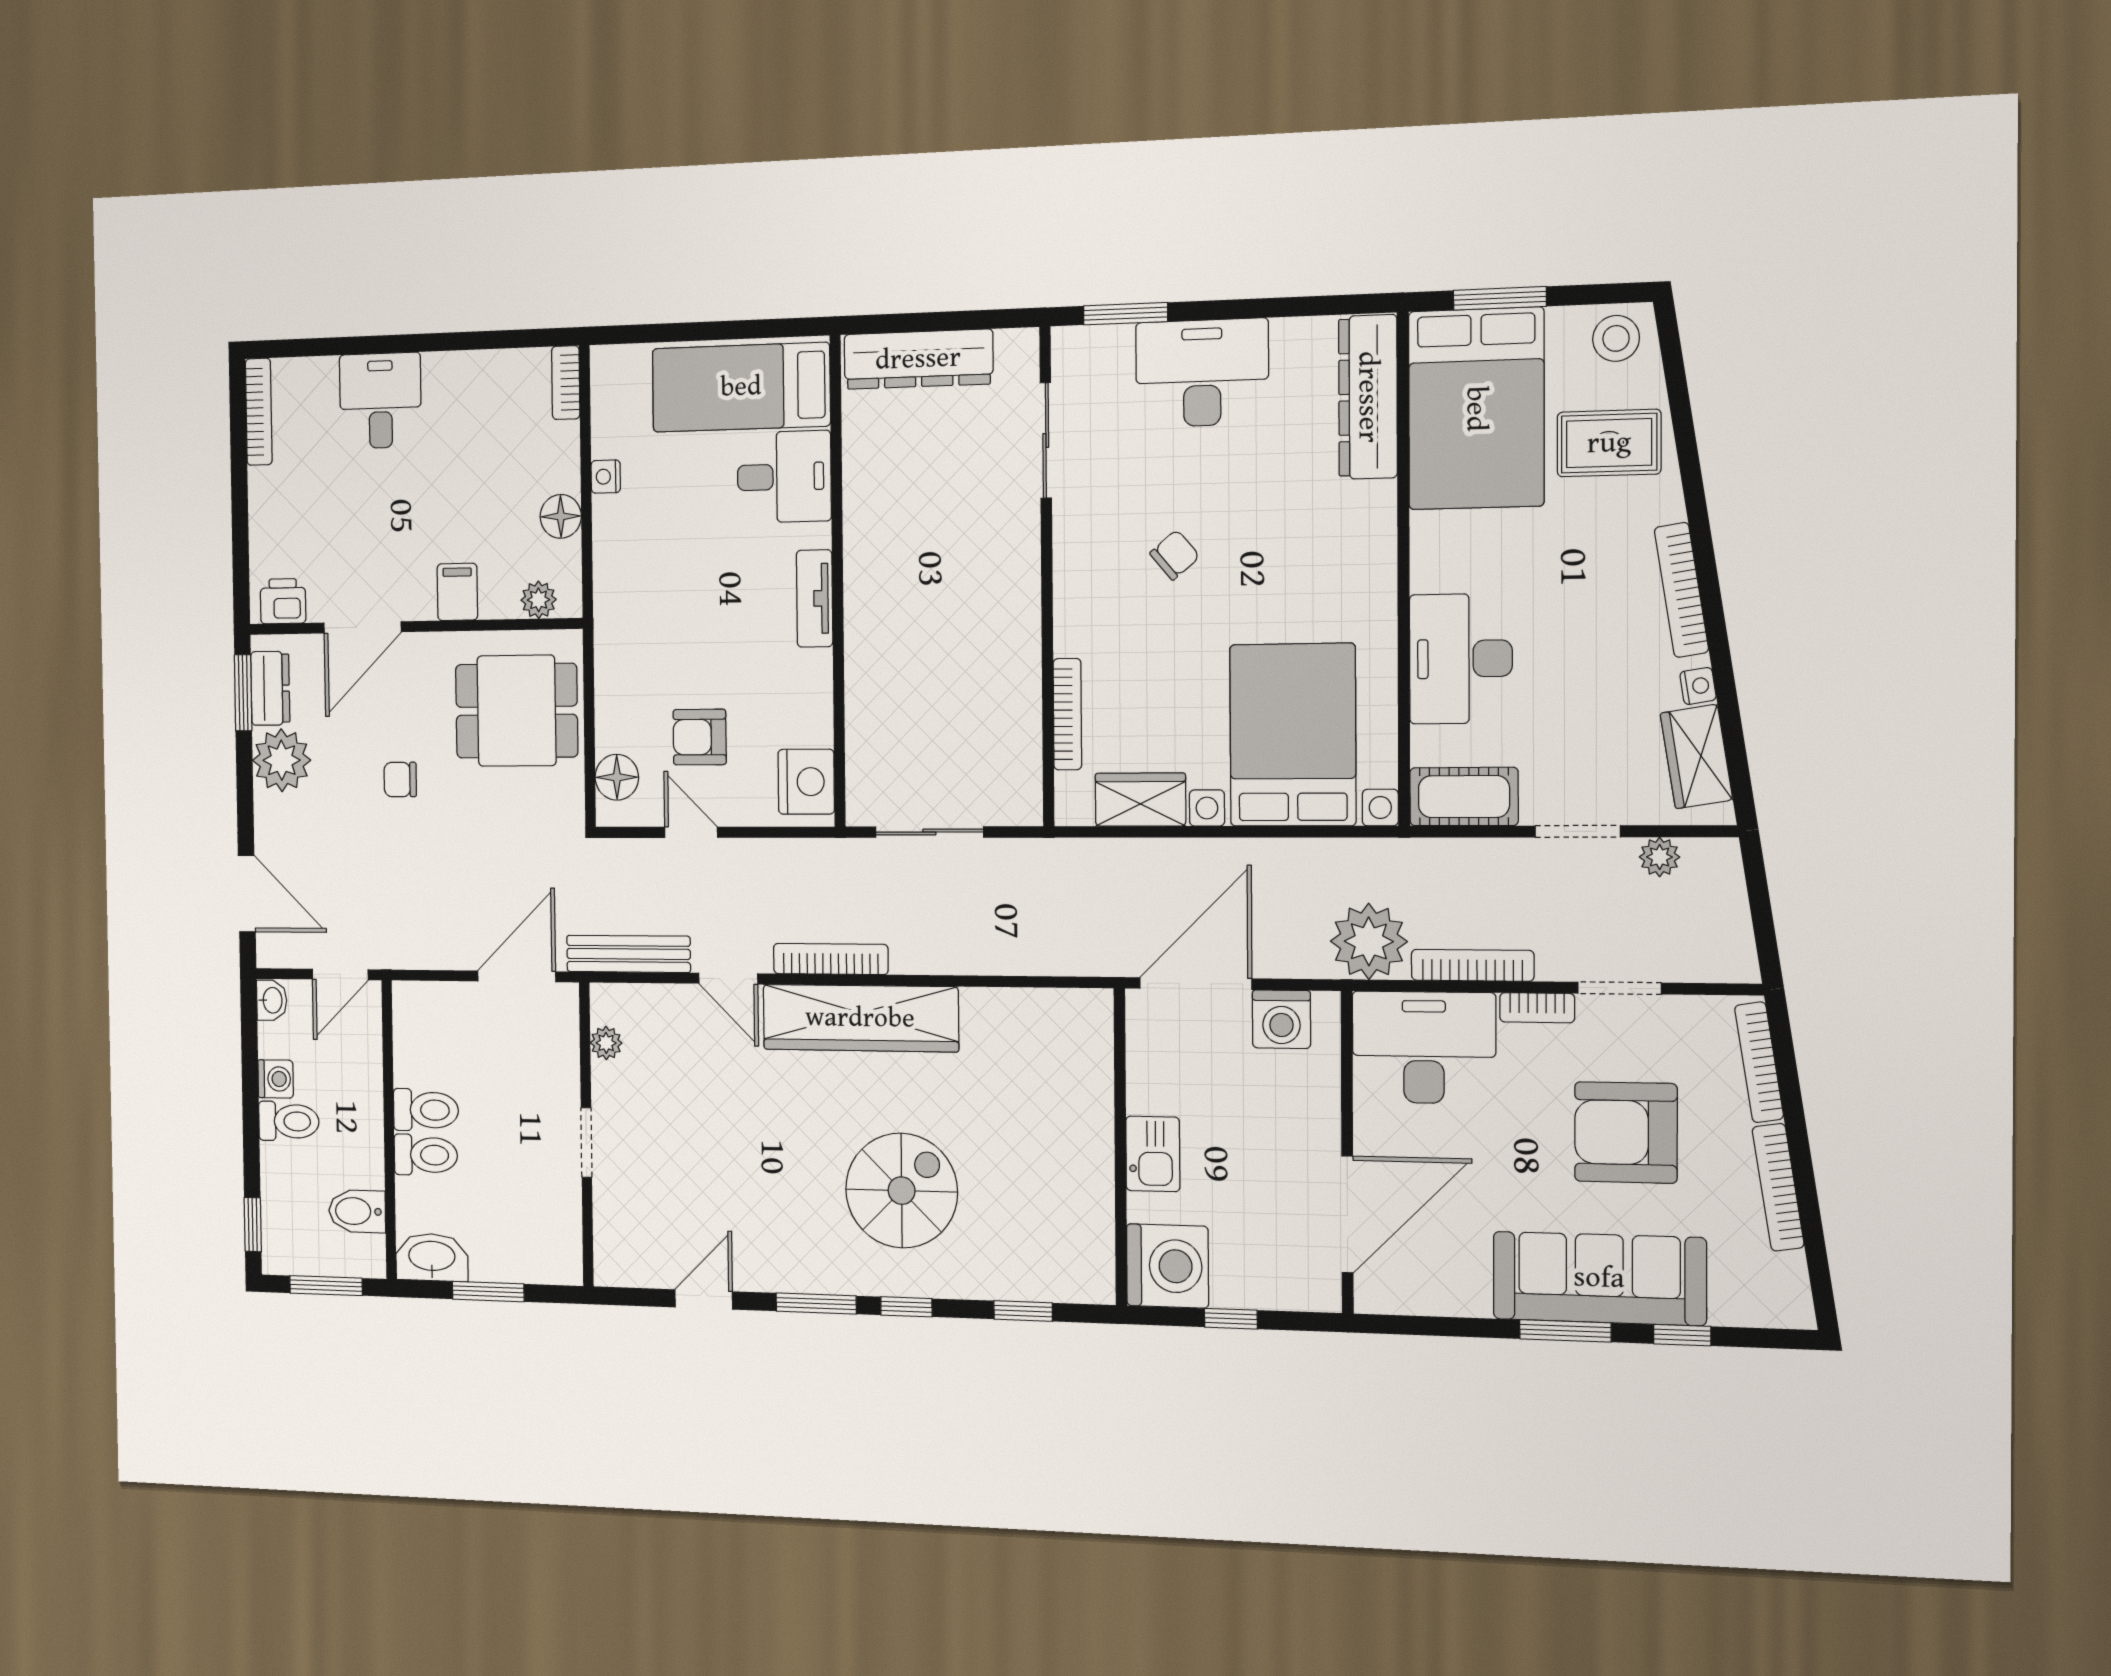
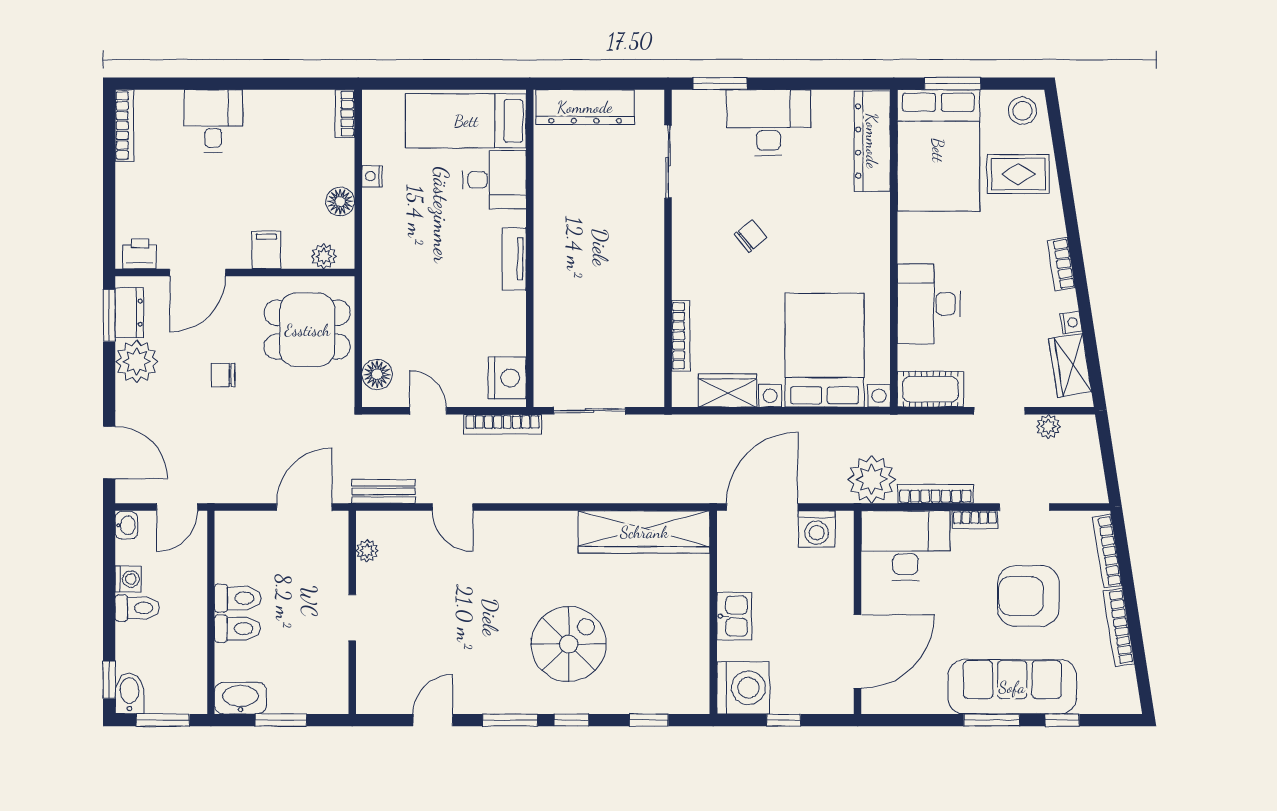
bookcase: (1681, 590) -> (1061, 264), width x0.64
armchair: (700, 737) -> (435, 348), removed
bench: (628, 954) -> (383, 491), width x0.73
bookcase: (831, 959) -> (503, 424), moved, turned 180
wardrobe: (860, 1018) -> (644, 532), moved
bidet: (357, 1211) -> (130, 693), moved, turned 90

